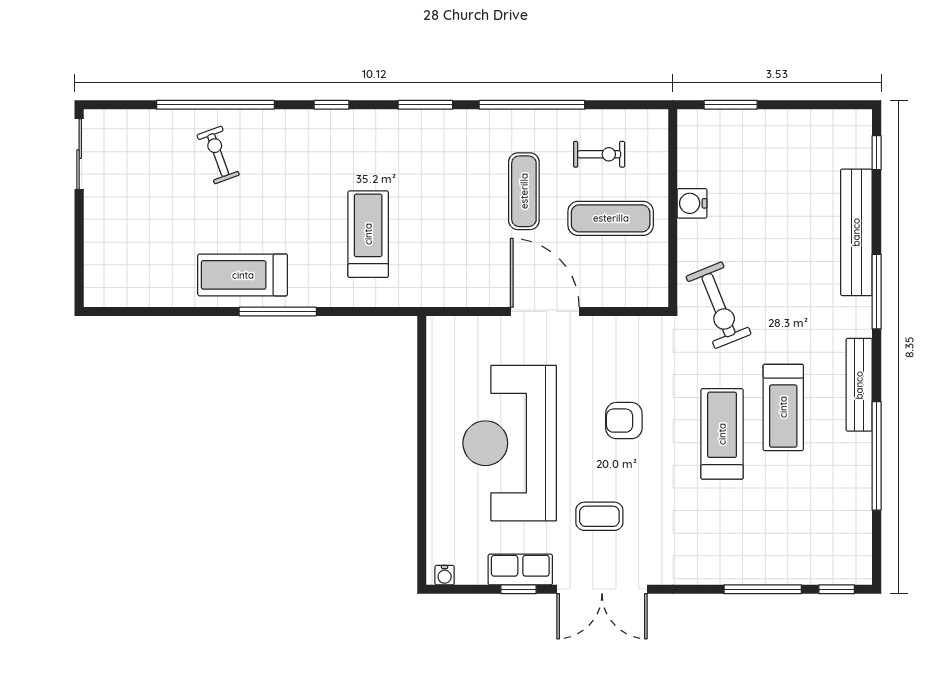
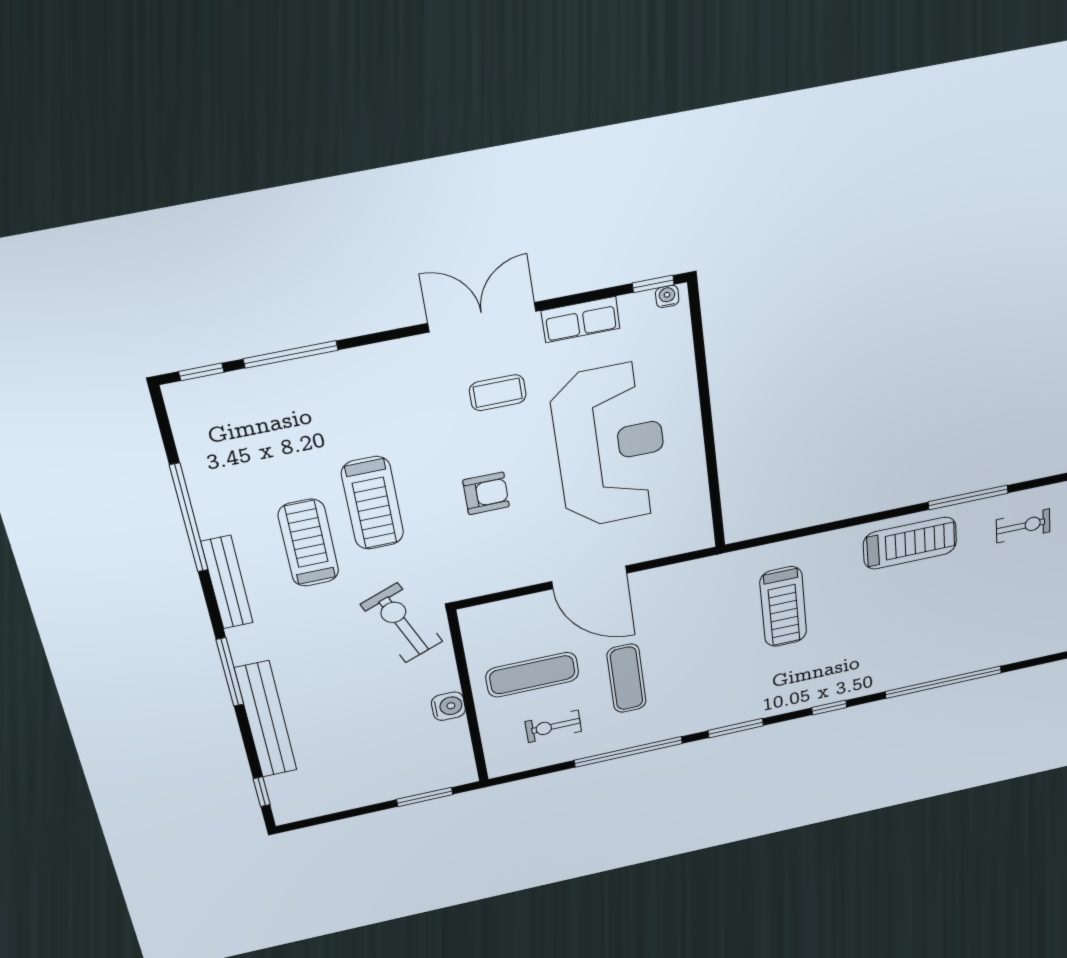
exercise bike: (218, 155) -> (1023, 526), moved, turned -70
window: (278, 312) -> (968, 498), moved
window: (519, 589) -> (653, 284), moved

